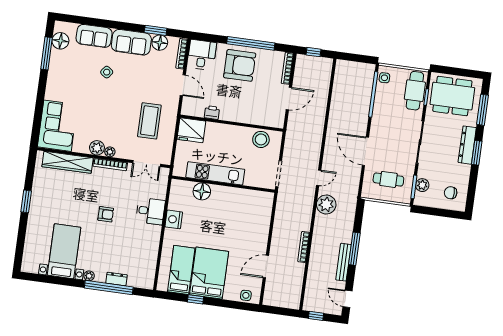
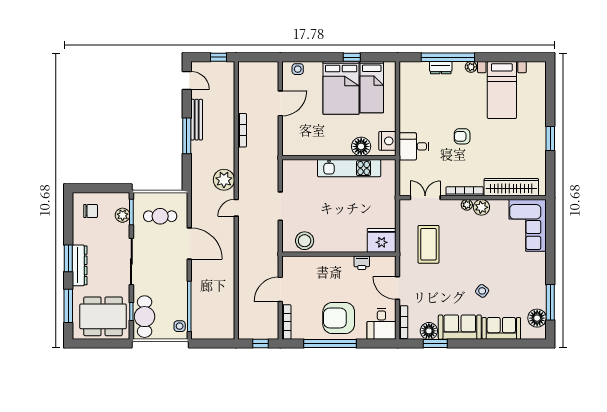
kitchen unit: (215, 173) -> (349, 168), moved
wall: (223, 184) -> (339, 158), moved
floor lamp: (202, 191) -> (361, 146), moved

